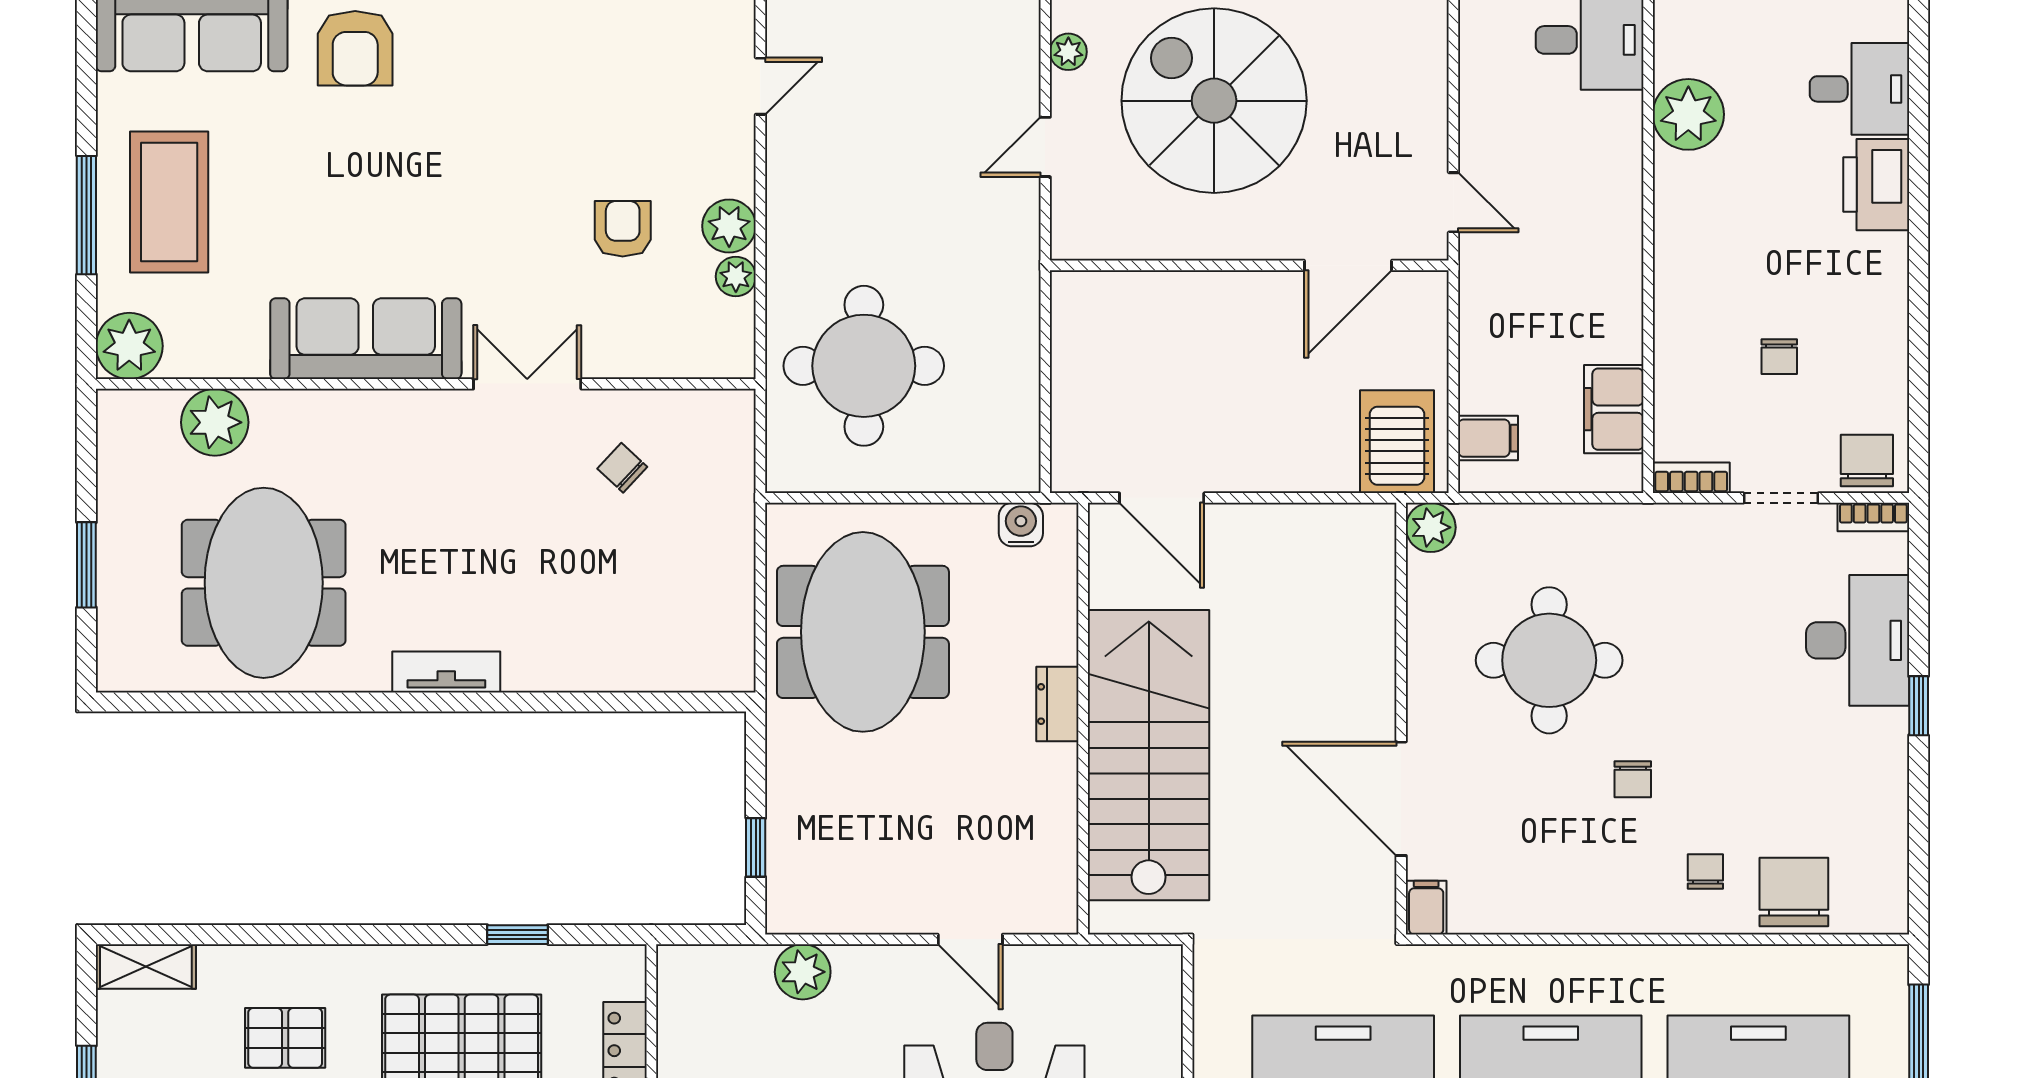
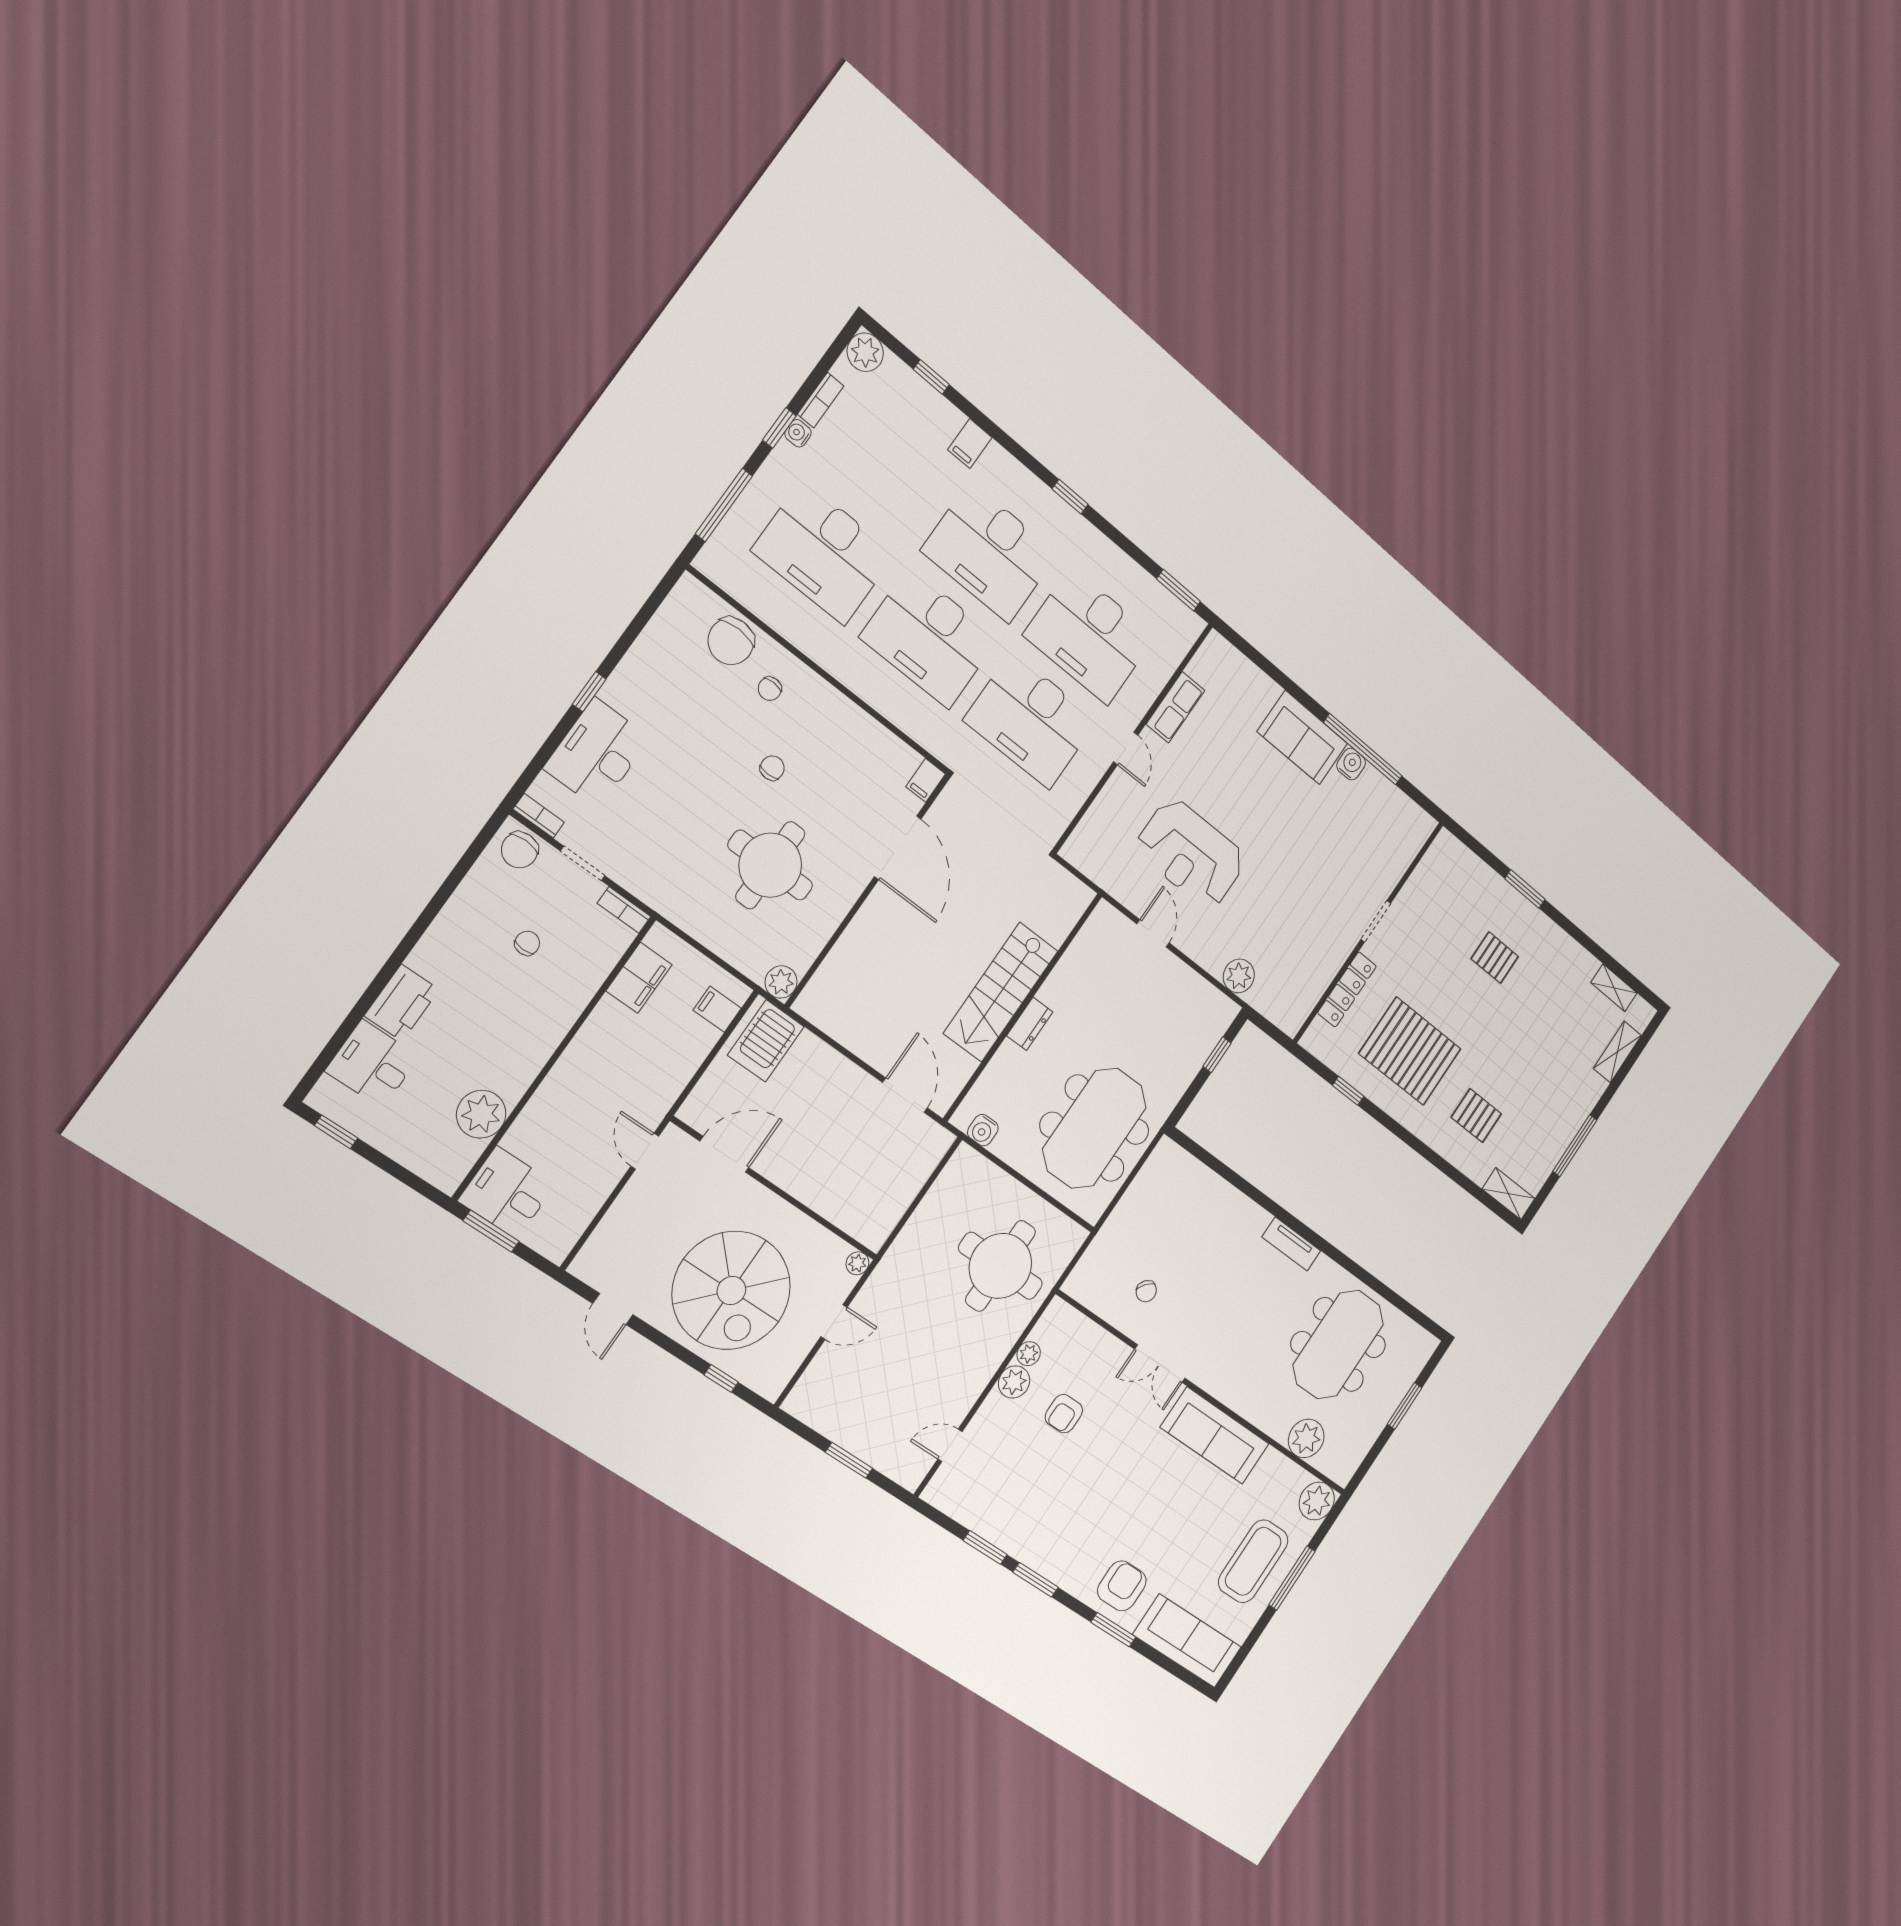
plant: (1068, 52) -> (857, 1263), moved
stairs: (1149, 755) -> (1001, 992), width x0.73, depth x0.66

